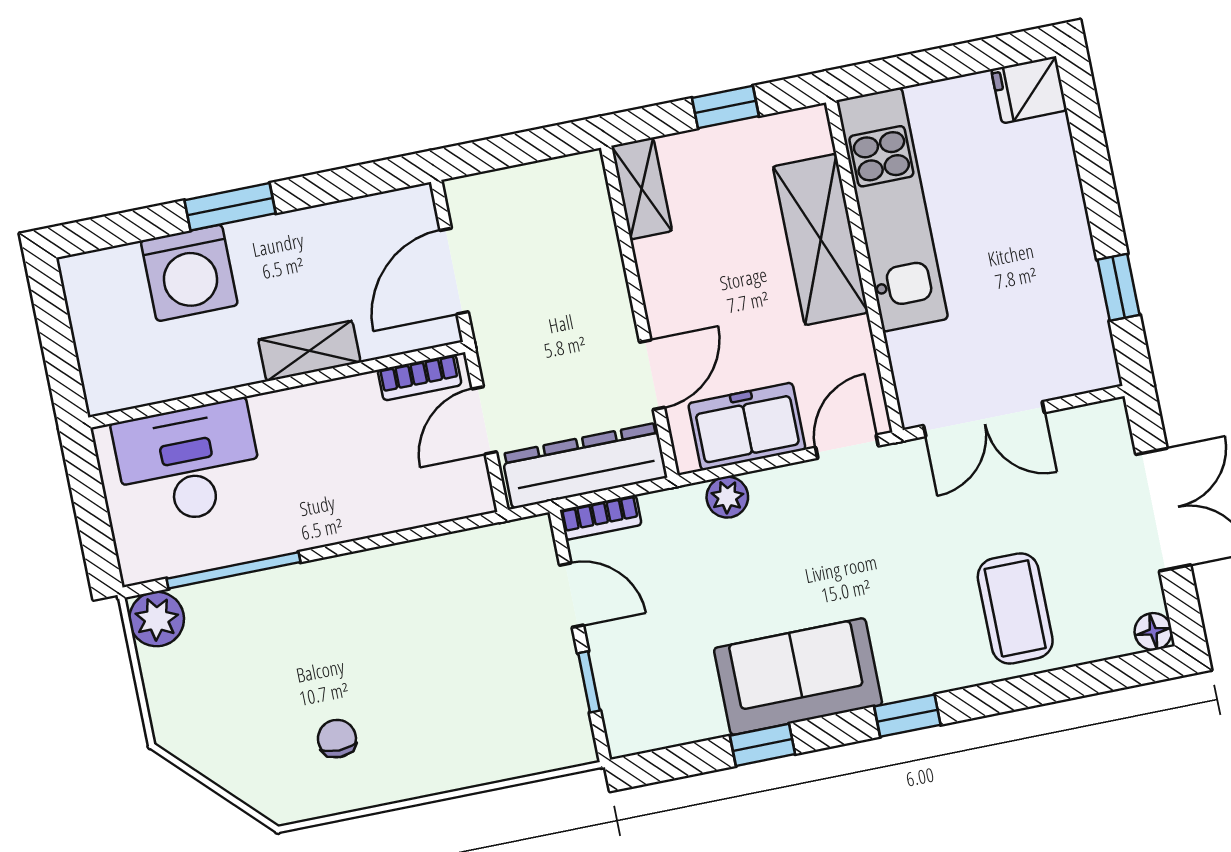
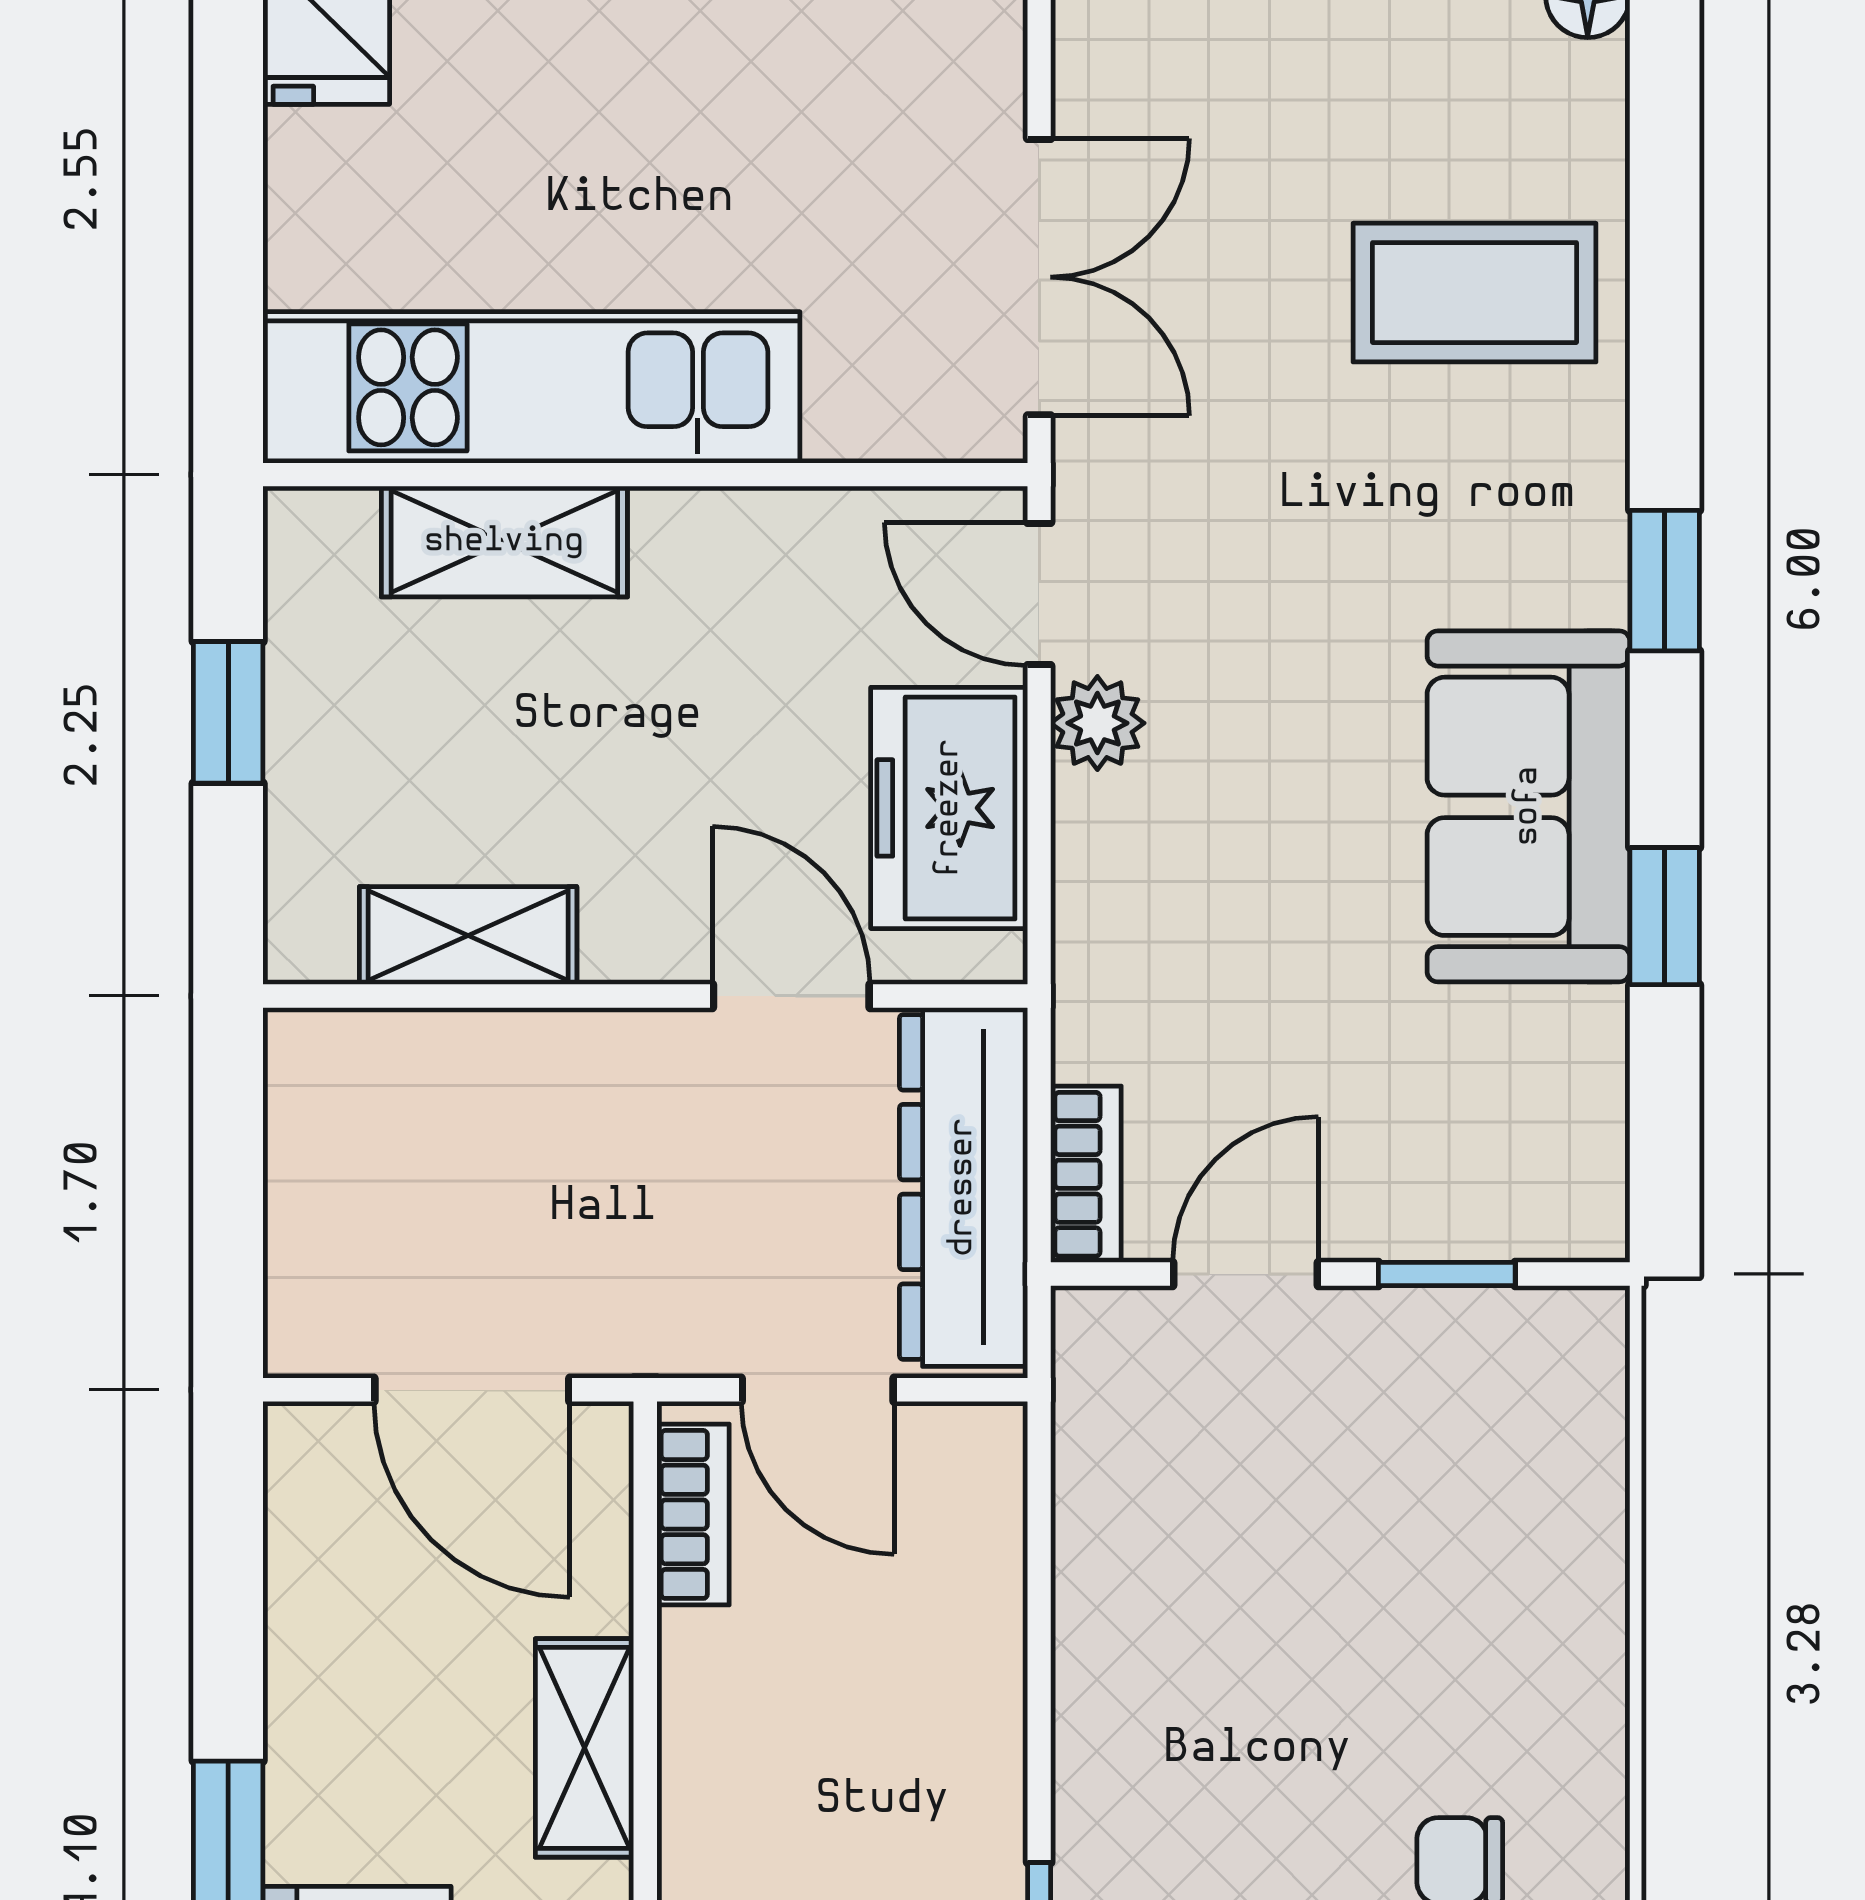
shelving: (642, 189) -> (468, 935), moved
shelving: (821, 239) -> (504, 542), width x0.67, depth x0.75
plant: (727, 497) -> (1097, 723), moved

